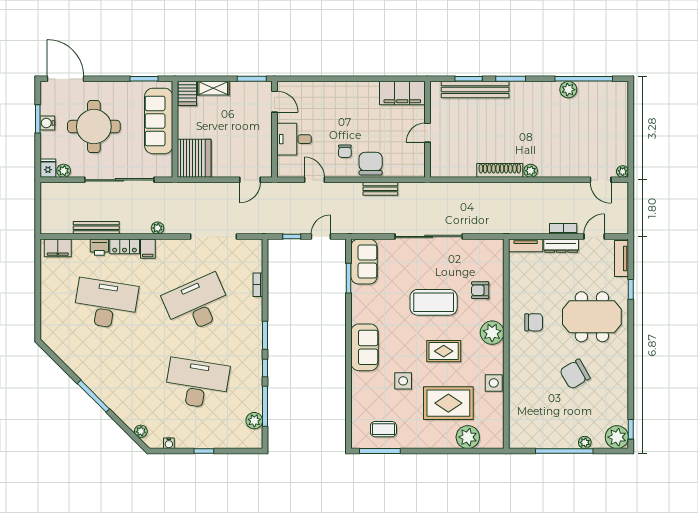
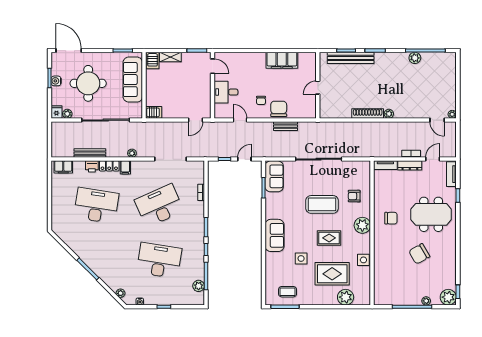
filing cabinet: (402, 93) -> (282, 60), moved
server rack: (194, 158) -> (154, 112), width x0.46, depth x0.70

